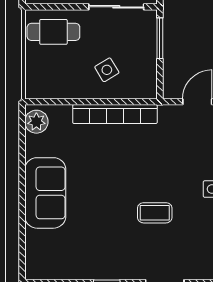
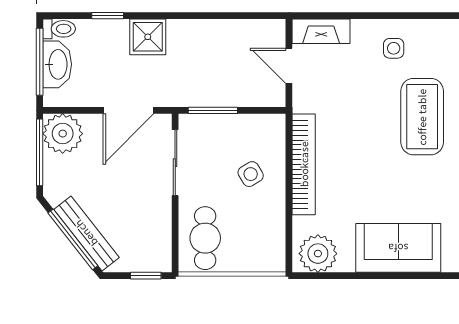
plant: (36, 122) -> (318, 254), width x1.36, depth x1.36
coffee table: (155, 213) -> (422, 117), width x1.86, depth x1.72

